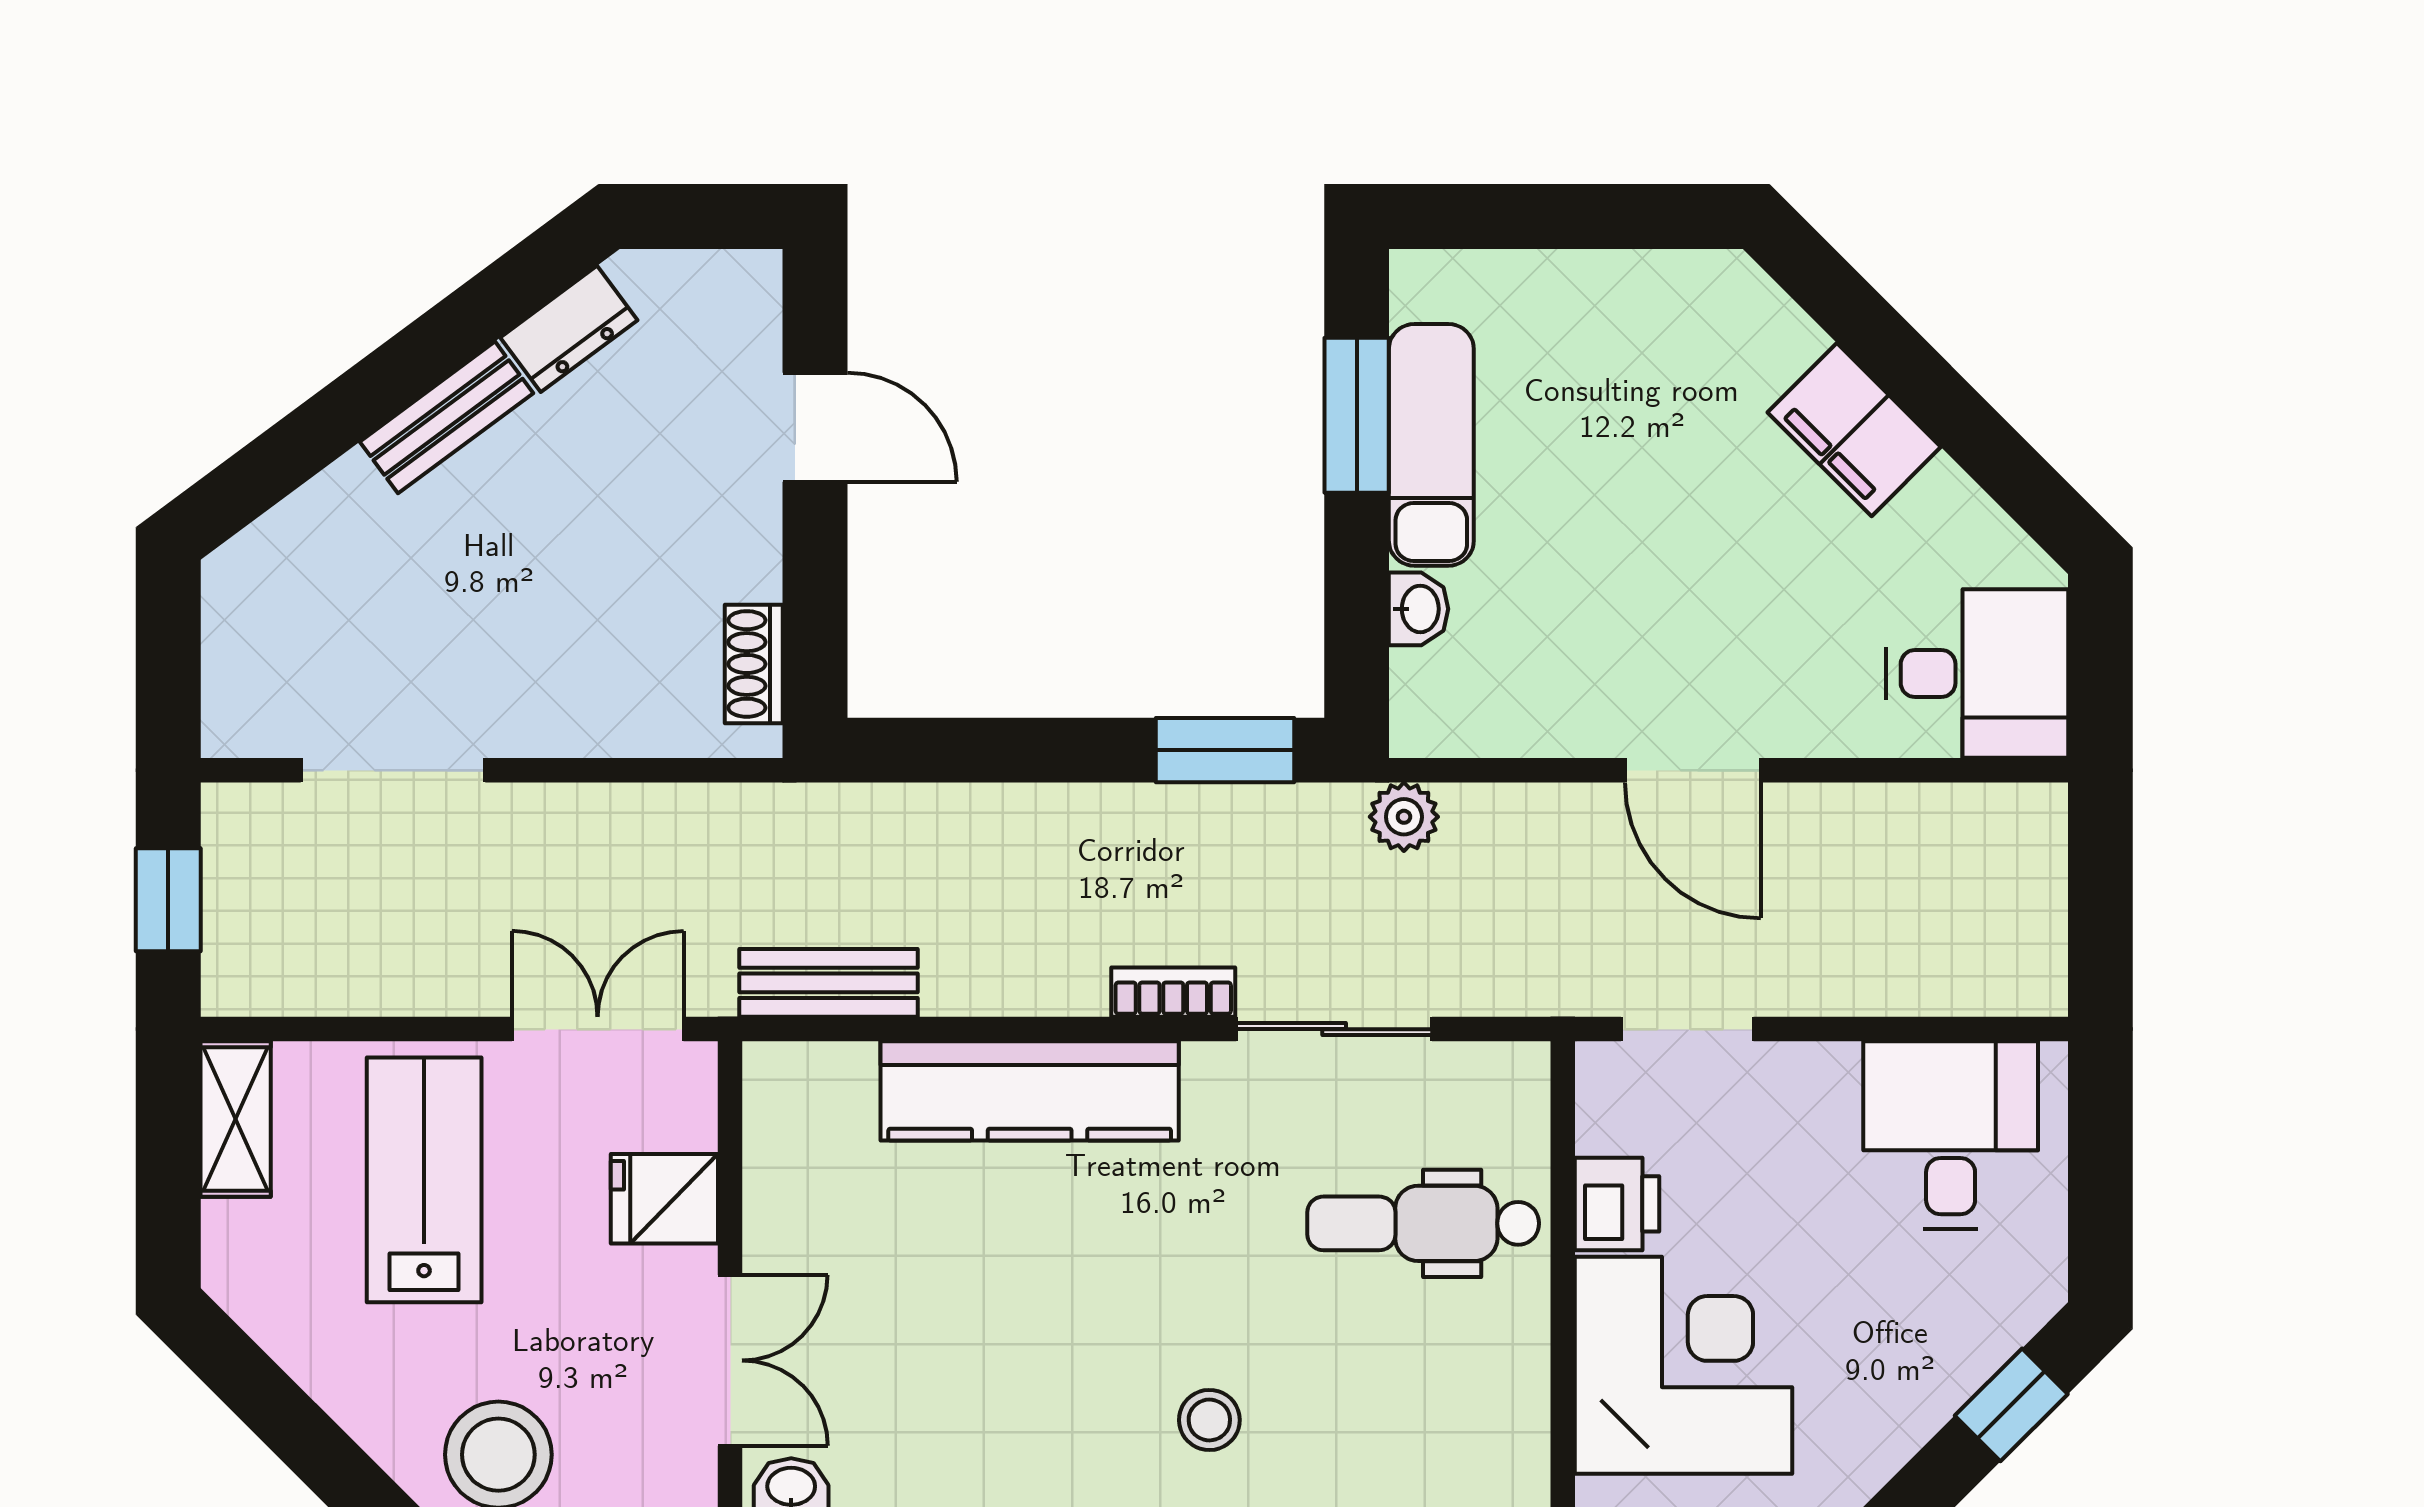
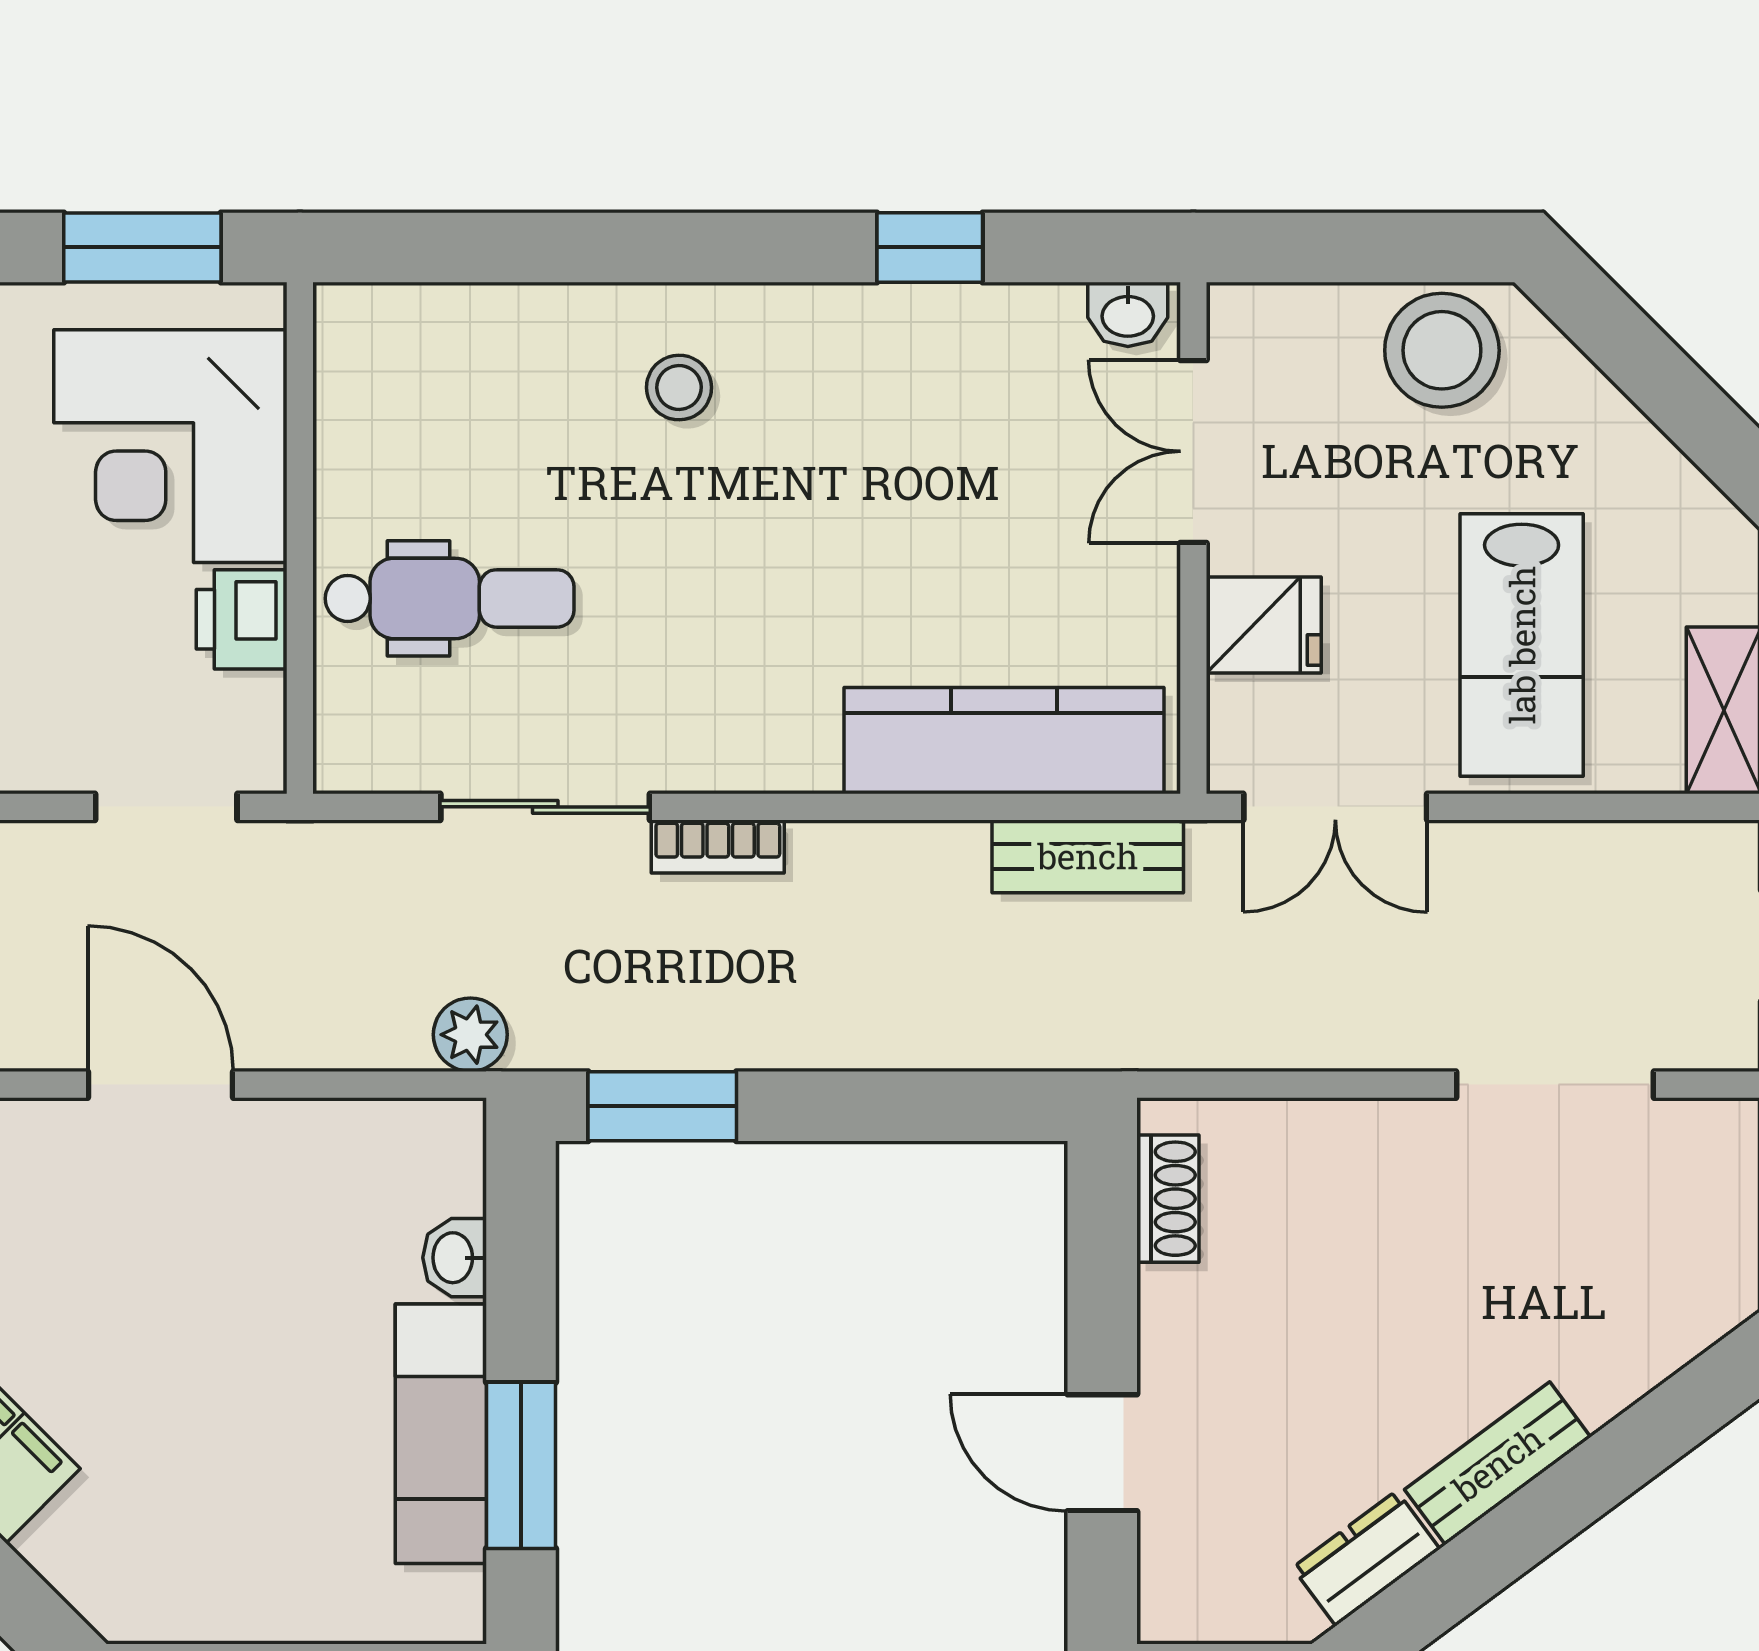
kitchen counter: (1030, 1091) -> (1004, 741), moved

